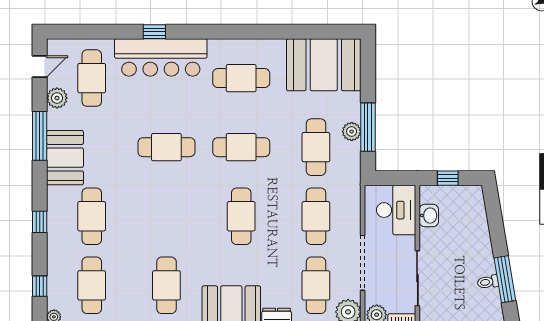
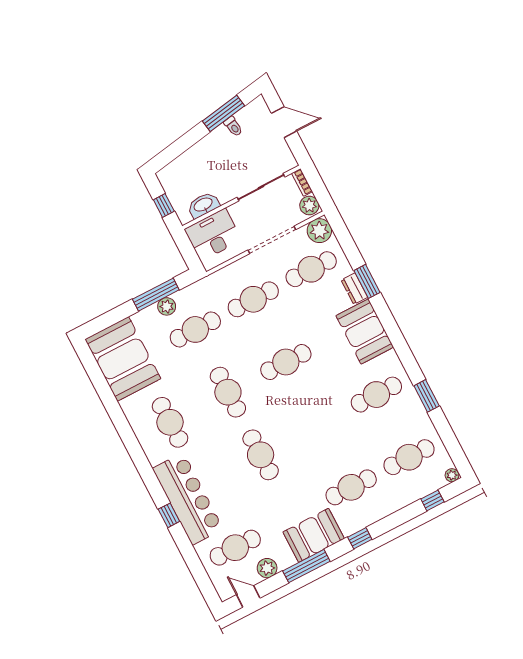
washbasin: (429, 216) -> (203, 205), width x1.38
window: (40, 222) -> (360, 538), moved

